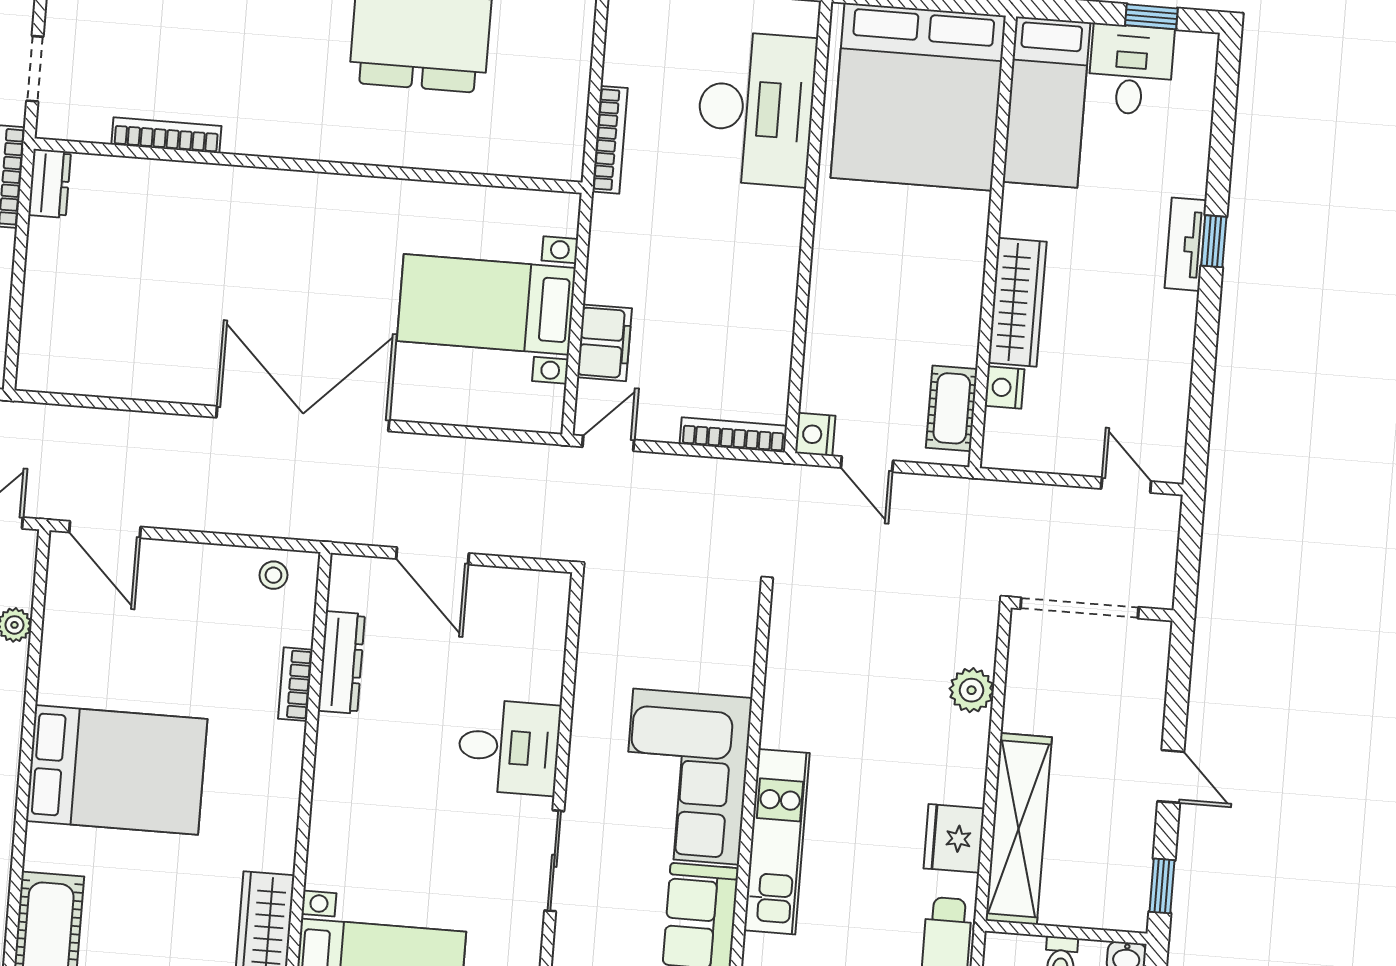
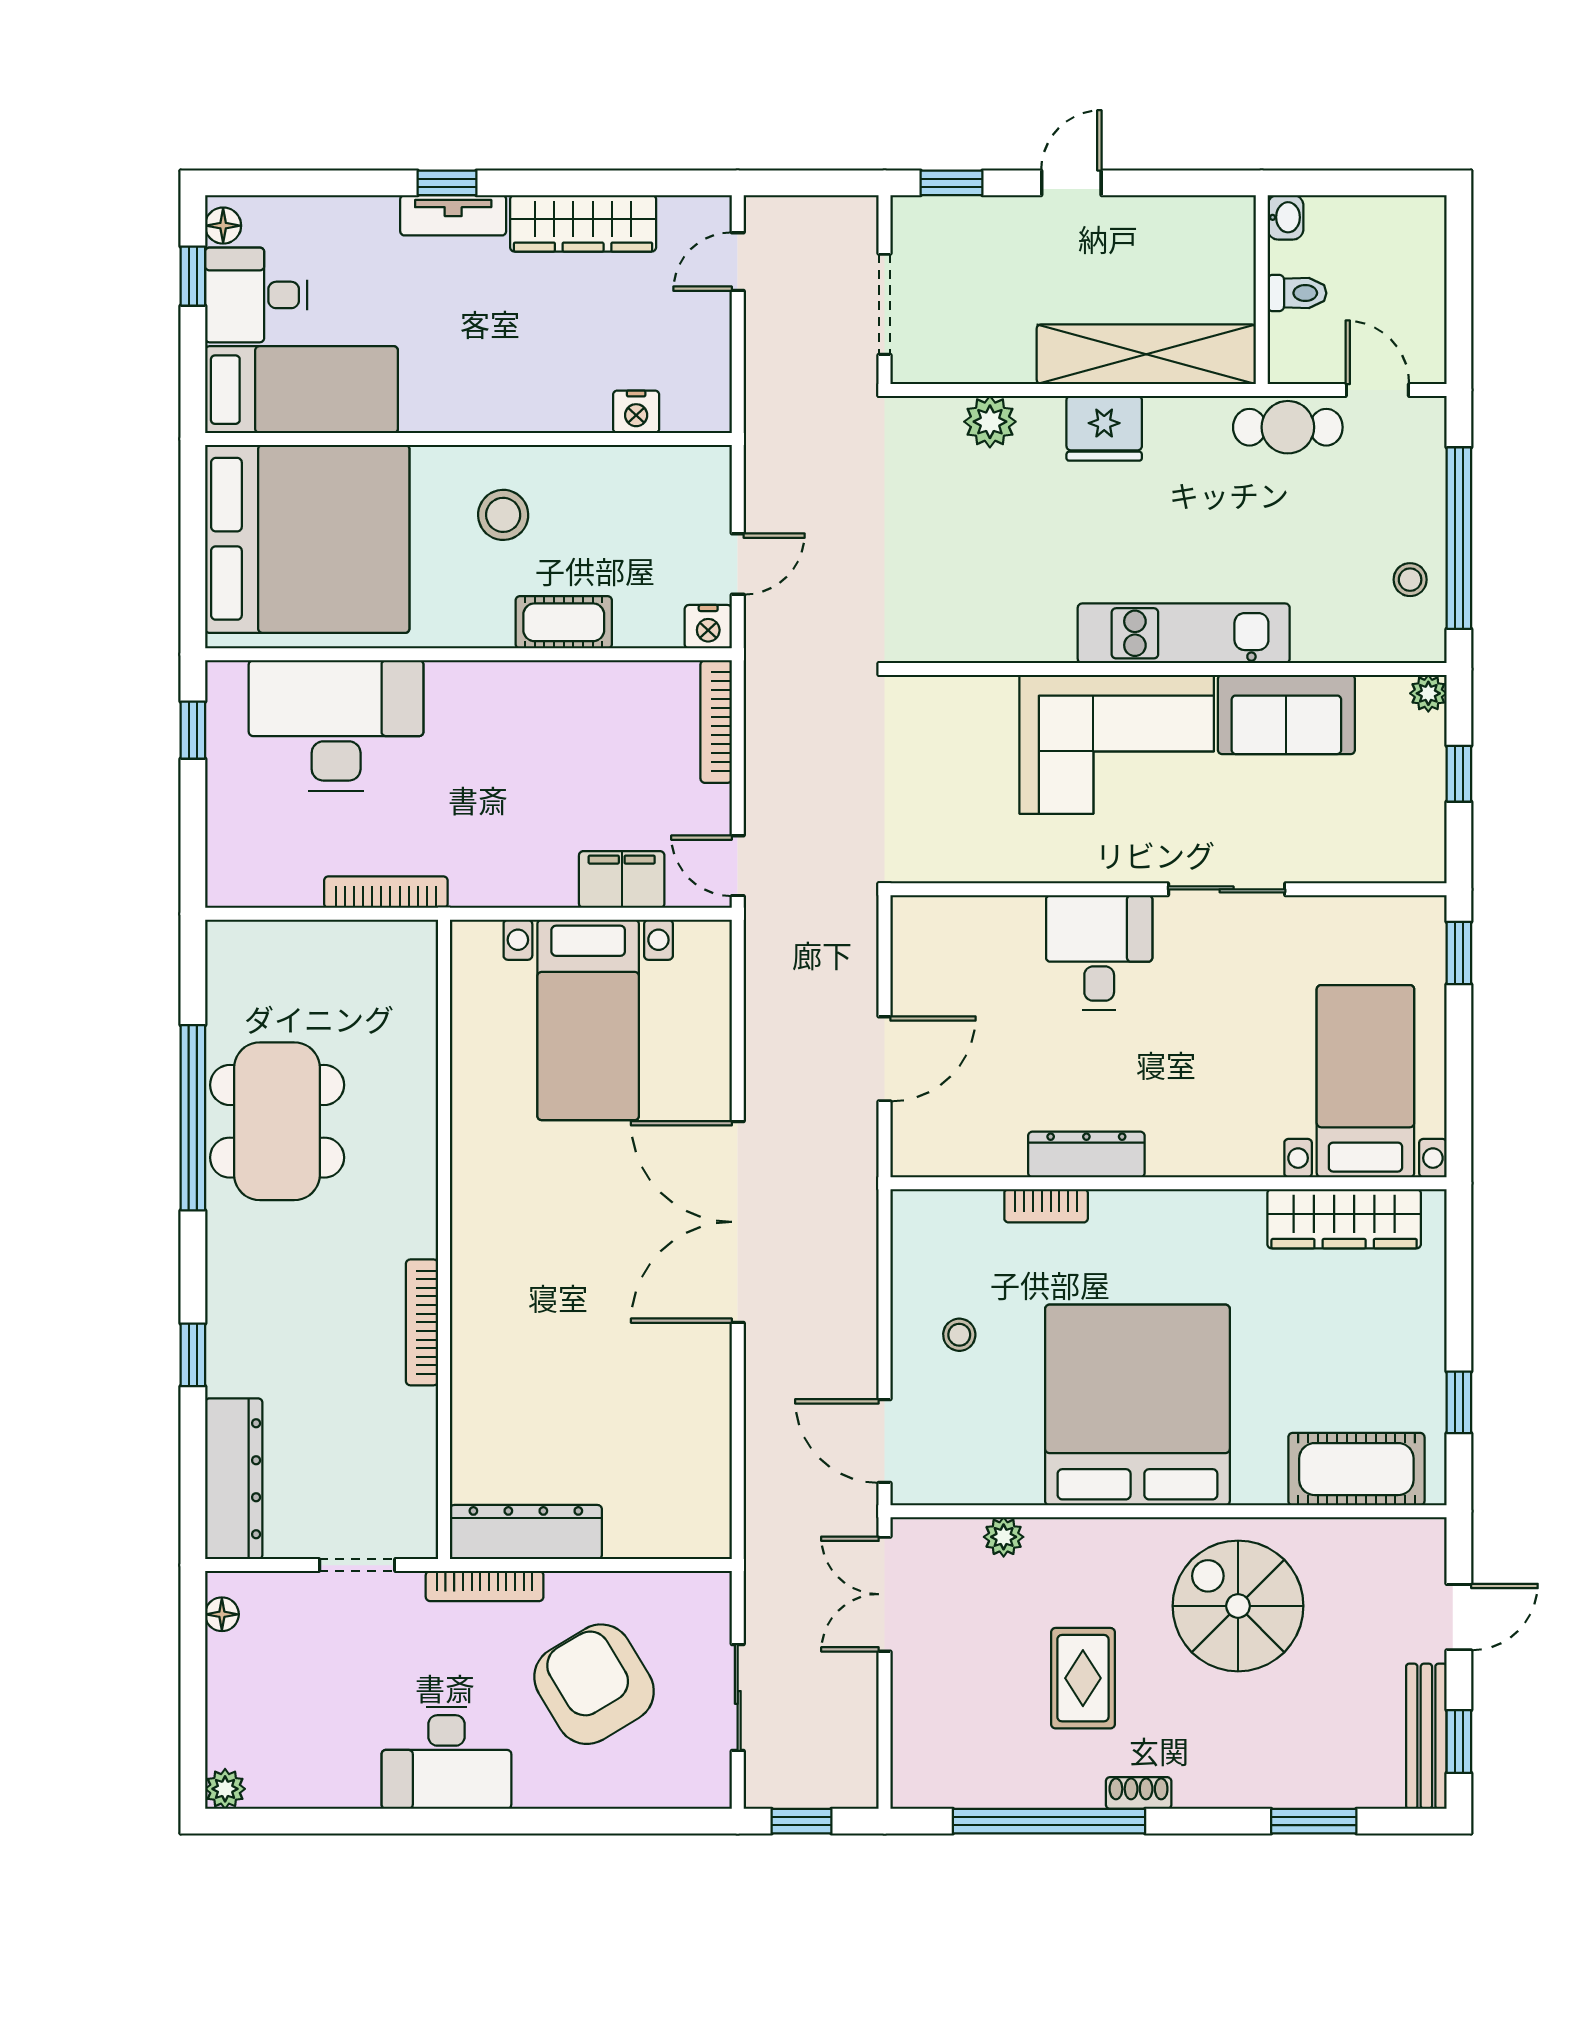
floor lamp: (1193, 46) -> (223, 226), added
bookcase: (166, 135) -> (422, 1322), moved
dresser: (50, 183) -> (526, 1532), width x1.96, depth x1.24
stool: (925, 266) -> (503, 515), added
wardrobe: (1017, 302) -> (583, 223), moved, turned 180
cot: (952, 408) -> (564, 622), moved
door: (105, 530) -> (885, 1441), swing flipped
stool: (273, 575) -> (959, 1335), moved
doorway: (1079, 608) -> (885, 304), width x0.73
dresser: (341, 662) -> (1086, 1154), moved
bed: (117, 770) -> (1137, 1405), width x1.36
fridge: (954, 838) -> (1104, 428), moved
window: (1162, 886) -> (951, 183), moved

